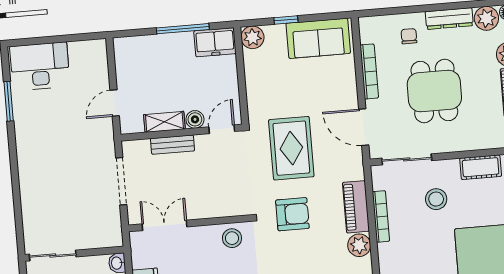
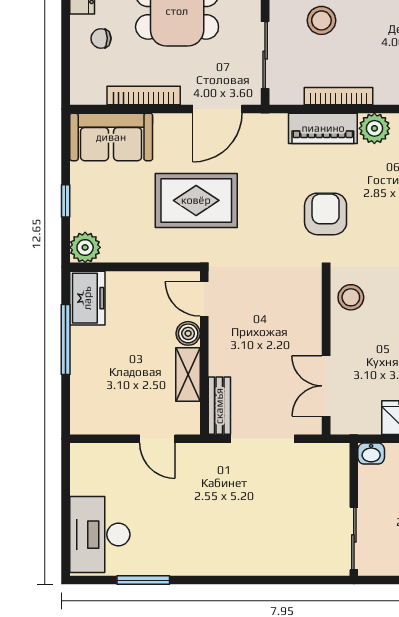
sofa: (318, 38) -> (111, 137), moved, turned 90
bench: (173, 145) -> (219, 406), moved
rug: (291, 148) -> (196, 200), moved

